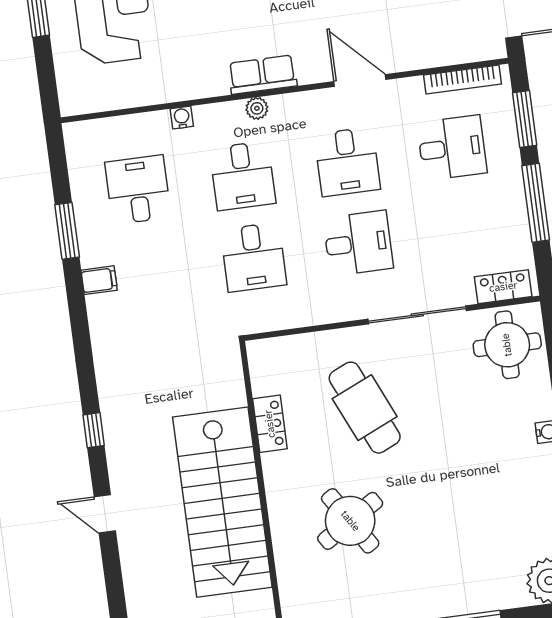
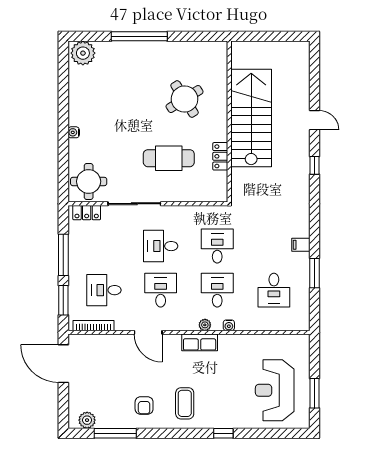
water cooler: (182, 118) -> (229, 325), moved
cafe table: (365, 408) -> (169, 158), turned -66

